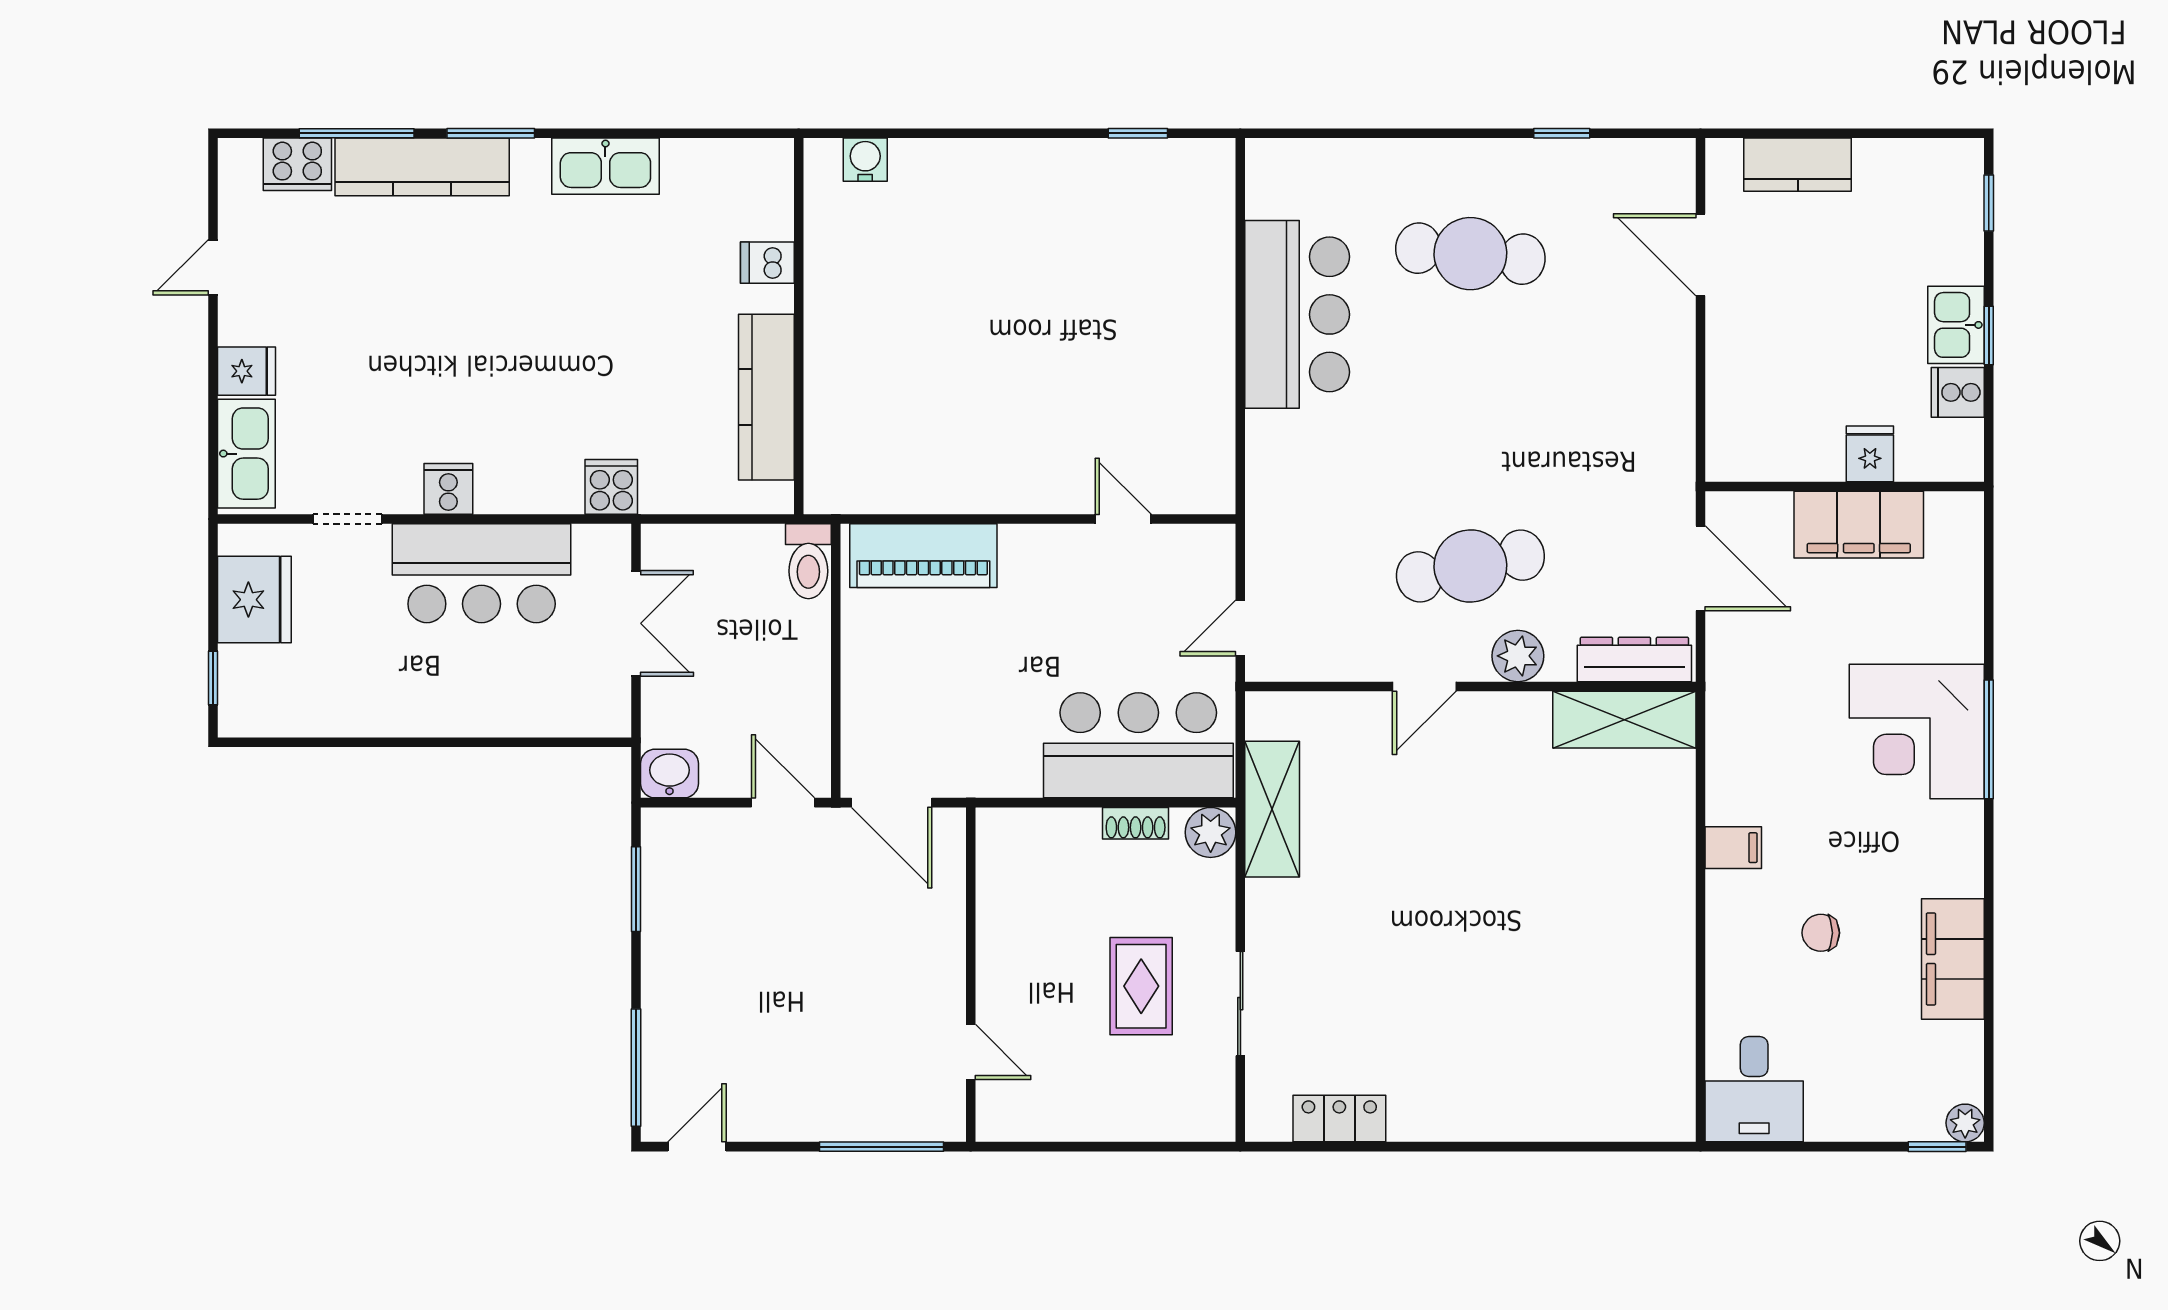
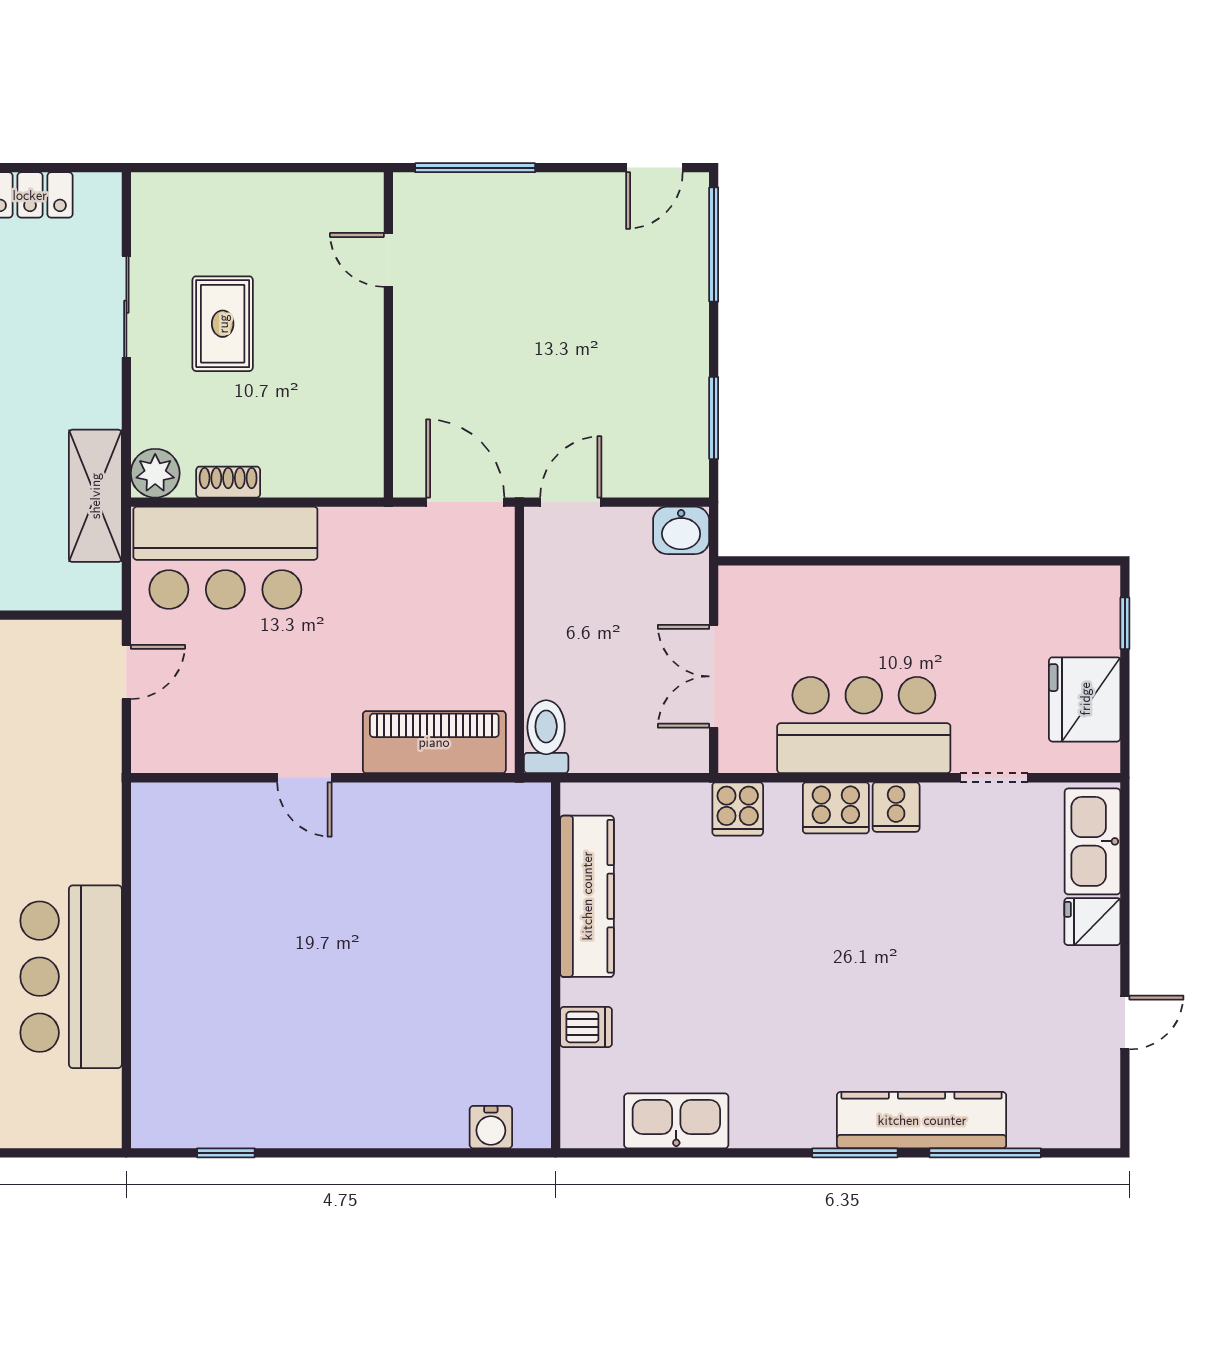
cooker: (297, 164) -> (836, 808), moved, turned 180
kitchen sink: (605, 166) -> (676, 1121), moved
door: (1123, 519) -> (304, 778), moved
door: (783, 803) -> (571, 502), swing flipped

